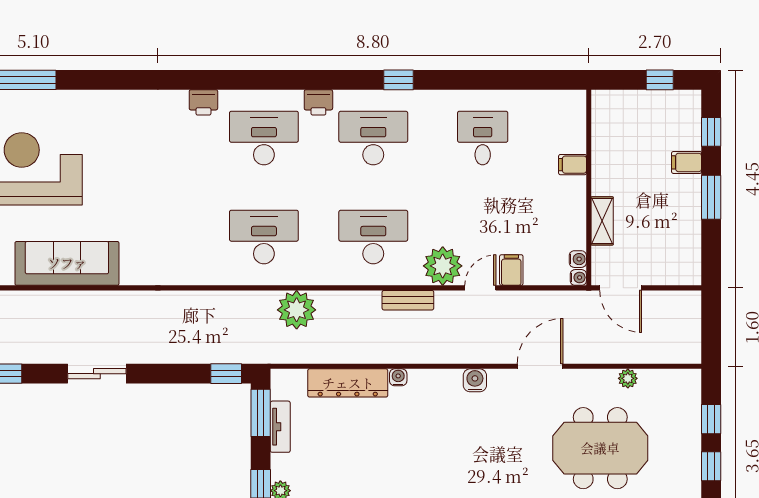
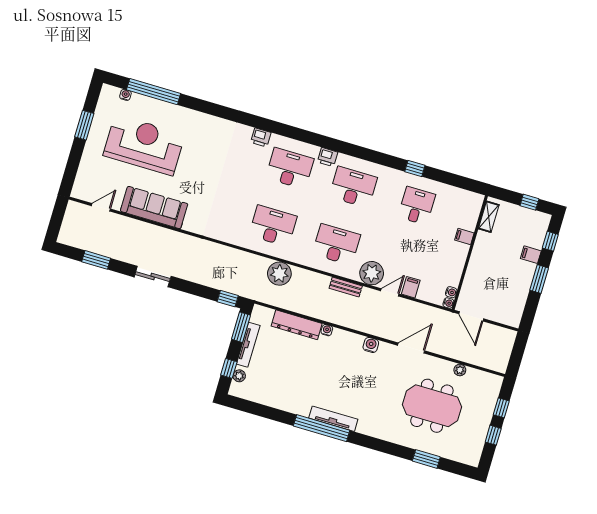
window: (399, 80) -> (415, 169), moved
shelving: (602, 221) -> (489, 217), moved
tv unit: (280, 427) -> (248, 345), width x1.41

